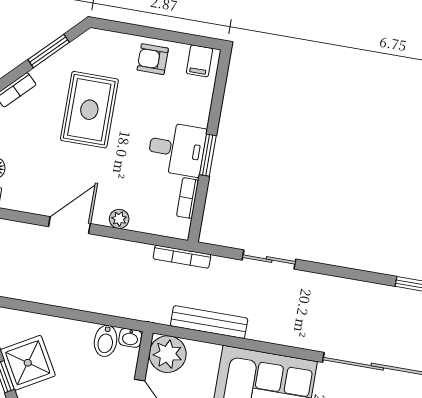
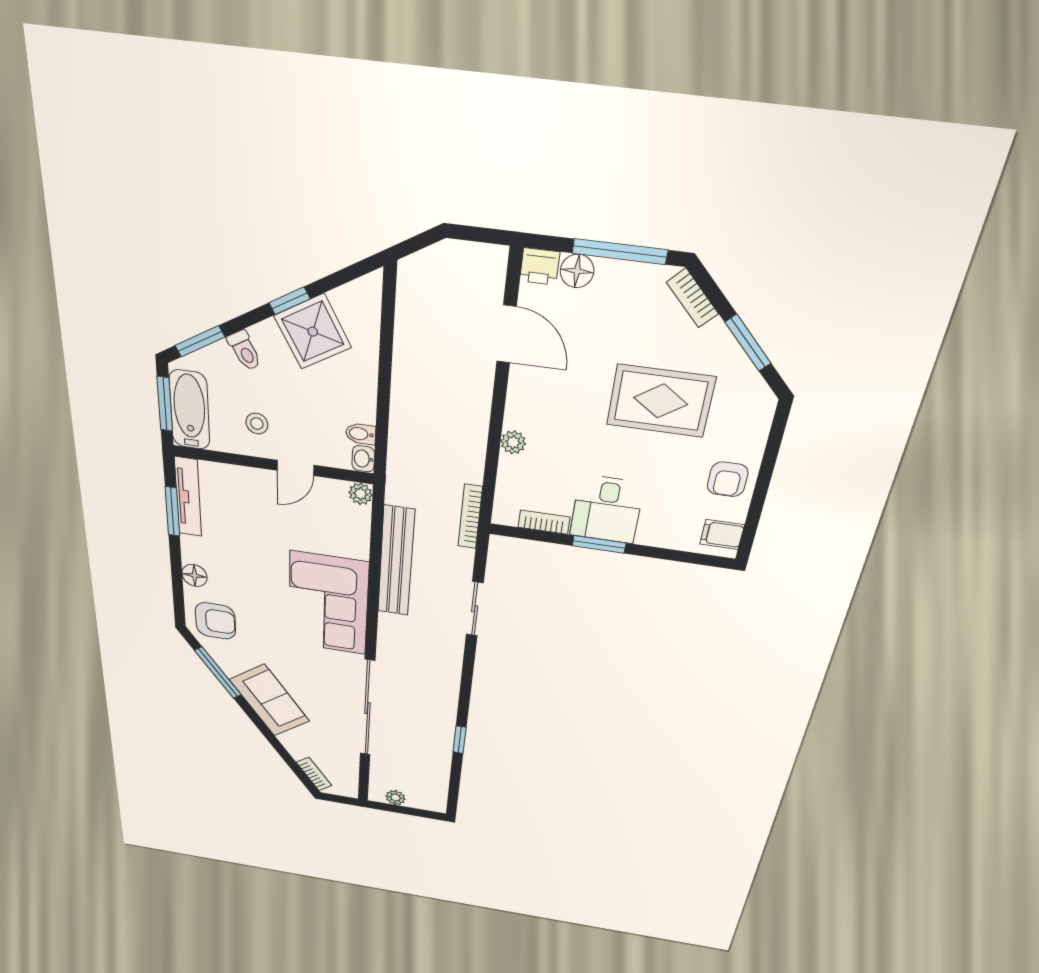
armchair: (153, 59) -> (728, 479), turned 180
door: (69, 225) -> (507, 334), moved
bench: (209, 322) -> (396, 561), width x1.37, depth x1.21
bidet: (106, 341) -> (361, 434), width x0.72, depth x0.74
plant: (168, 354) -> (361, 494), width x0.53, depth x0.53

